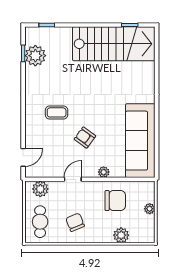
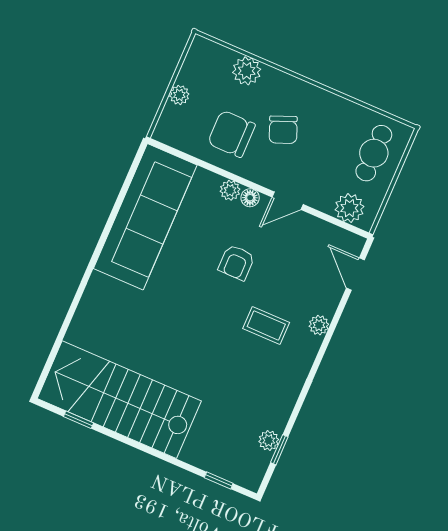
plant: (35, 56) -> (269, 441), width x0.53, depth x0.53
plant: (30, 124) -> (319, 325), added
armchair: (85, 138) -> (236, 262), turned 54
door: (23, 157) -> (355, 274), hinge flipped
floor lamp: (92, 173) -> (250, 198), added
chair: (75, 222) -> (283, 130), moved

